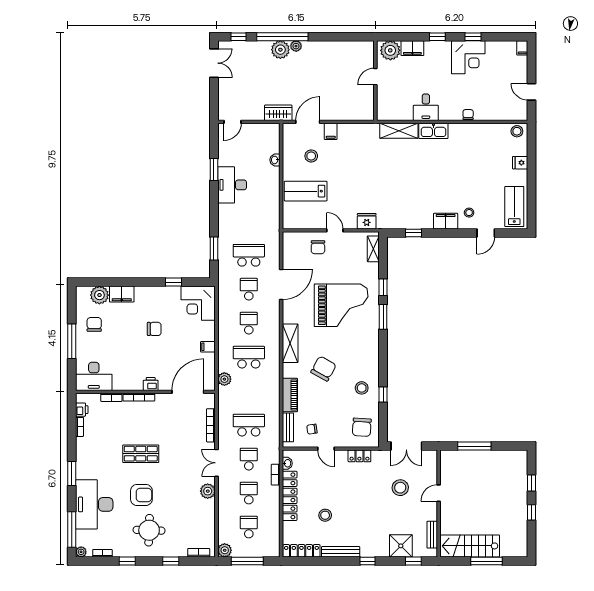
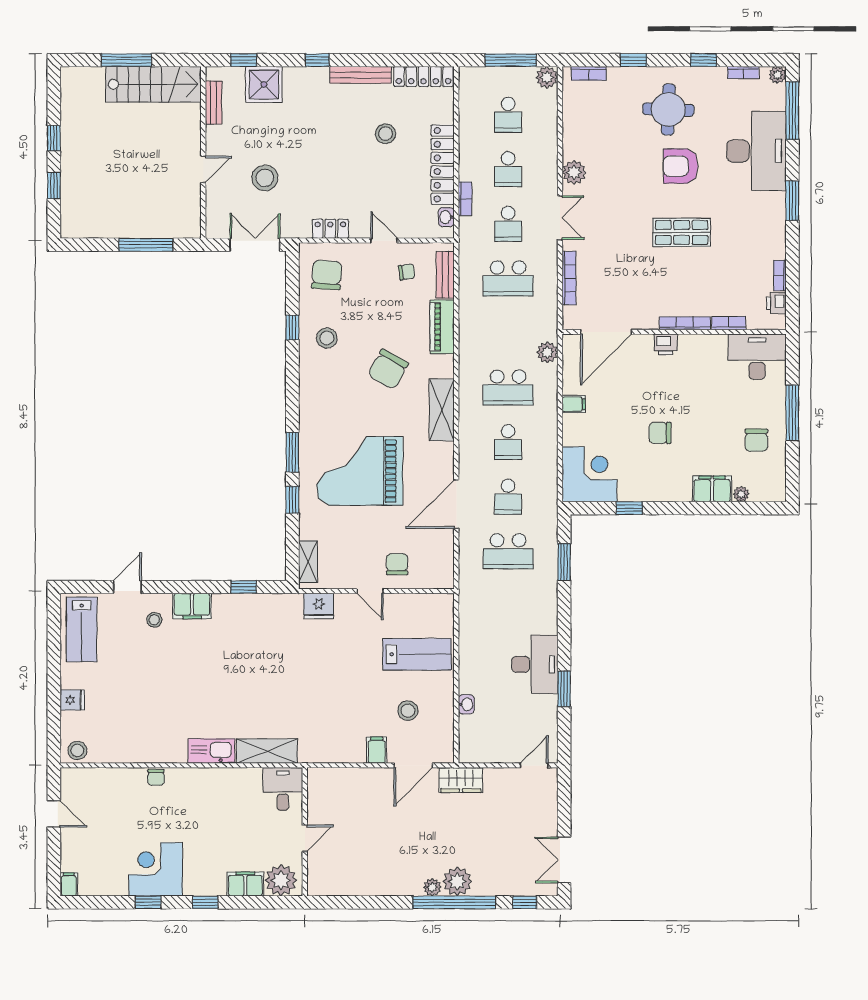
desk: (426, 107) -> (283, 789), moved
plant: (99, 295) -> (741, 494), width x0.53, depth x0.53

